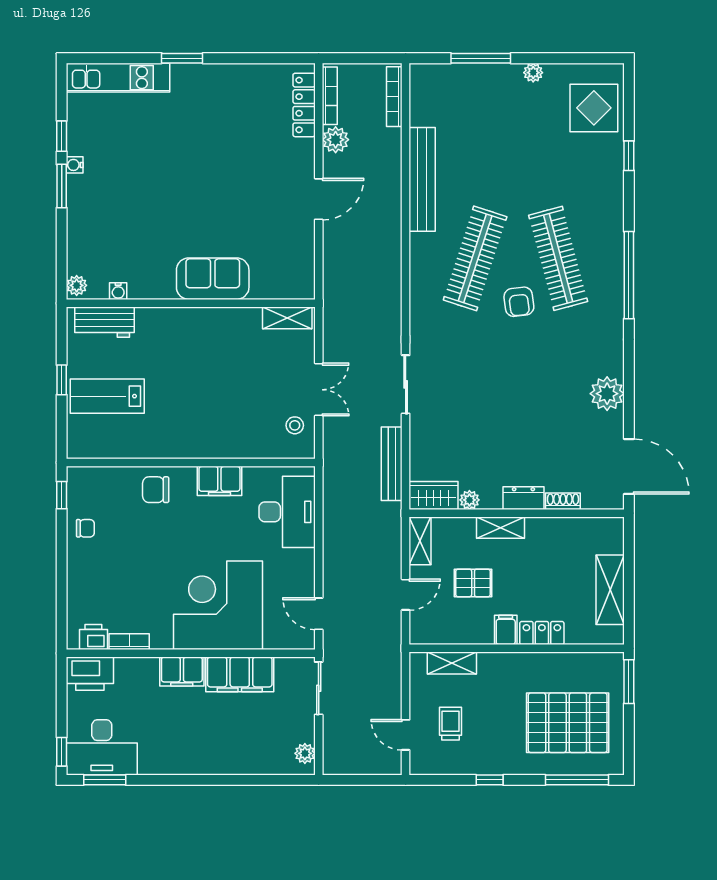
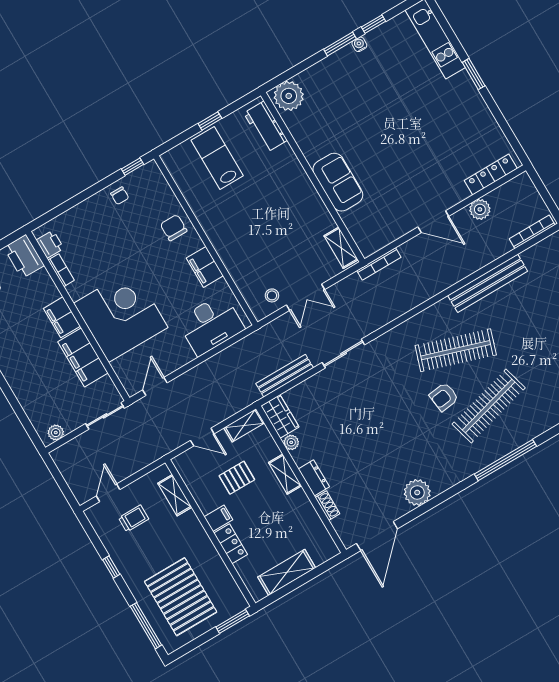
bookcase: (330, 96) -> (379, 264), moved
plant: (77, 285) -> (289, 96), width x1.87, depth x1.87
water cooler: (118, 291) -> (292, 124), removed
pallet: (473, 583) -> (237, 478), turned 90

